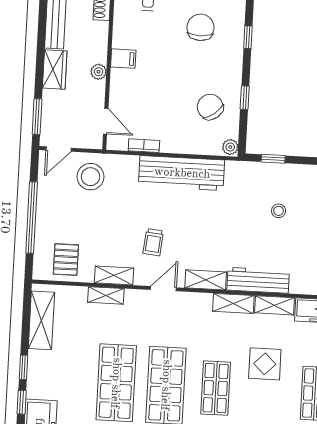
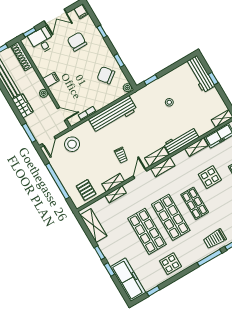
shelving: (233, 303) -> (163, 167), moved

